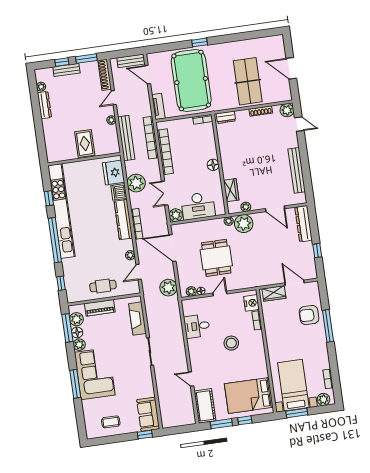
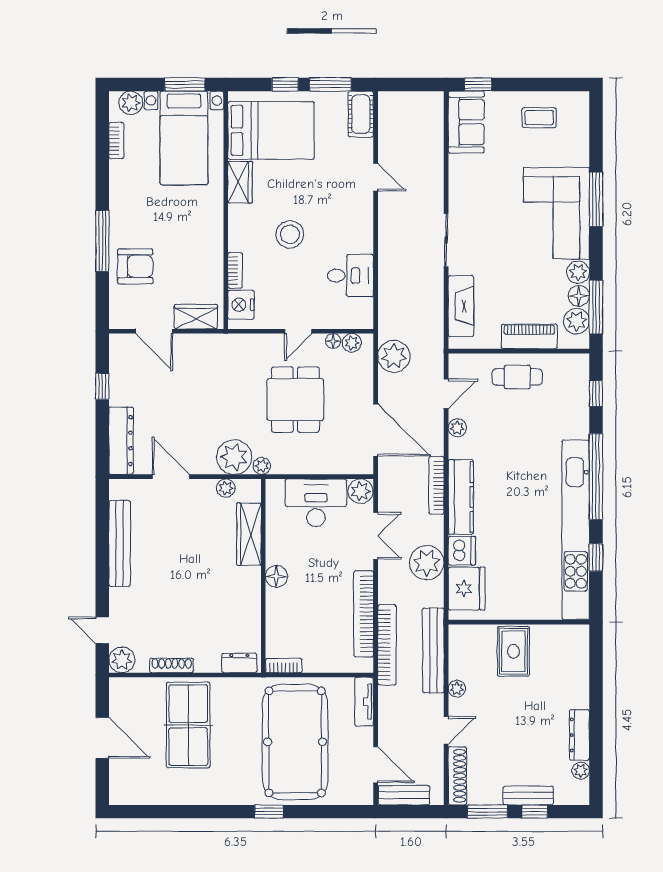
wardrobe: (231, 190) -> (249, 534), width x1.50
wardrobe: (261, 366) -> (240, 182), added
cot: (205, 406) -> (361, 114), width x0.73, depth x0.75

